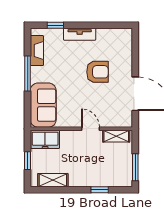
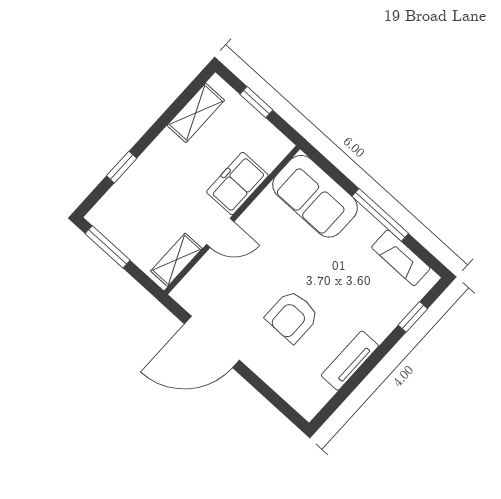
tv unit: (80, 34) -> (350, 361), moved
freezer: (45, 139) -> (237, 184), moved

